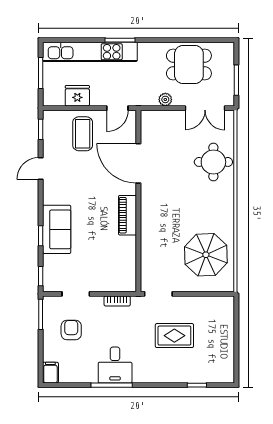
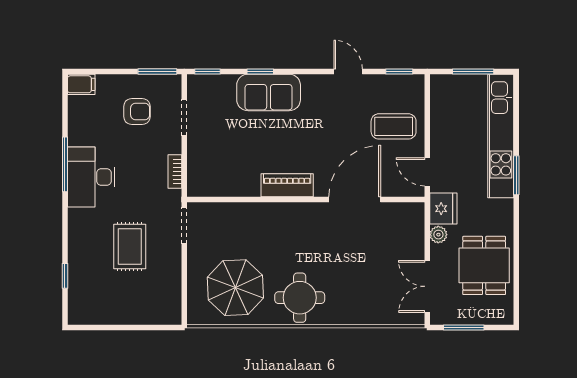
fridge: (77, 96) -> (443, 209), moved
round table: (213, 162) -> (300, 298), moved
desk: (115, 365) -> (91, 177), width x1.37

